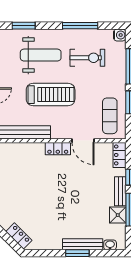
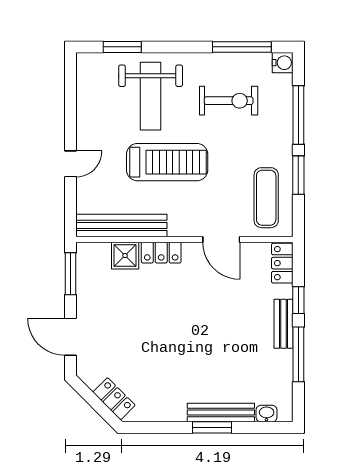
window: (80, 26) -> (242, 47), moved
weight bench: (41, 55) -> (151, 96), turned 90
locker: (58, 149) -> (161, 253), moved
shower: (118, 215) -> (125, 256), moved

